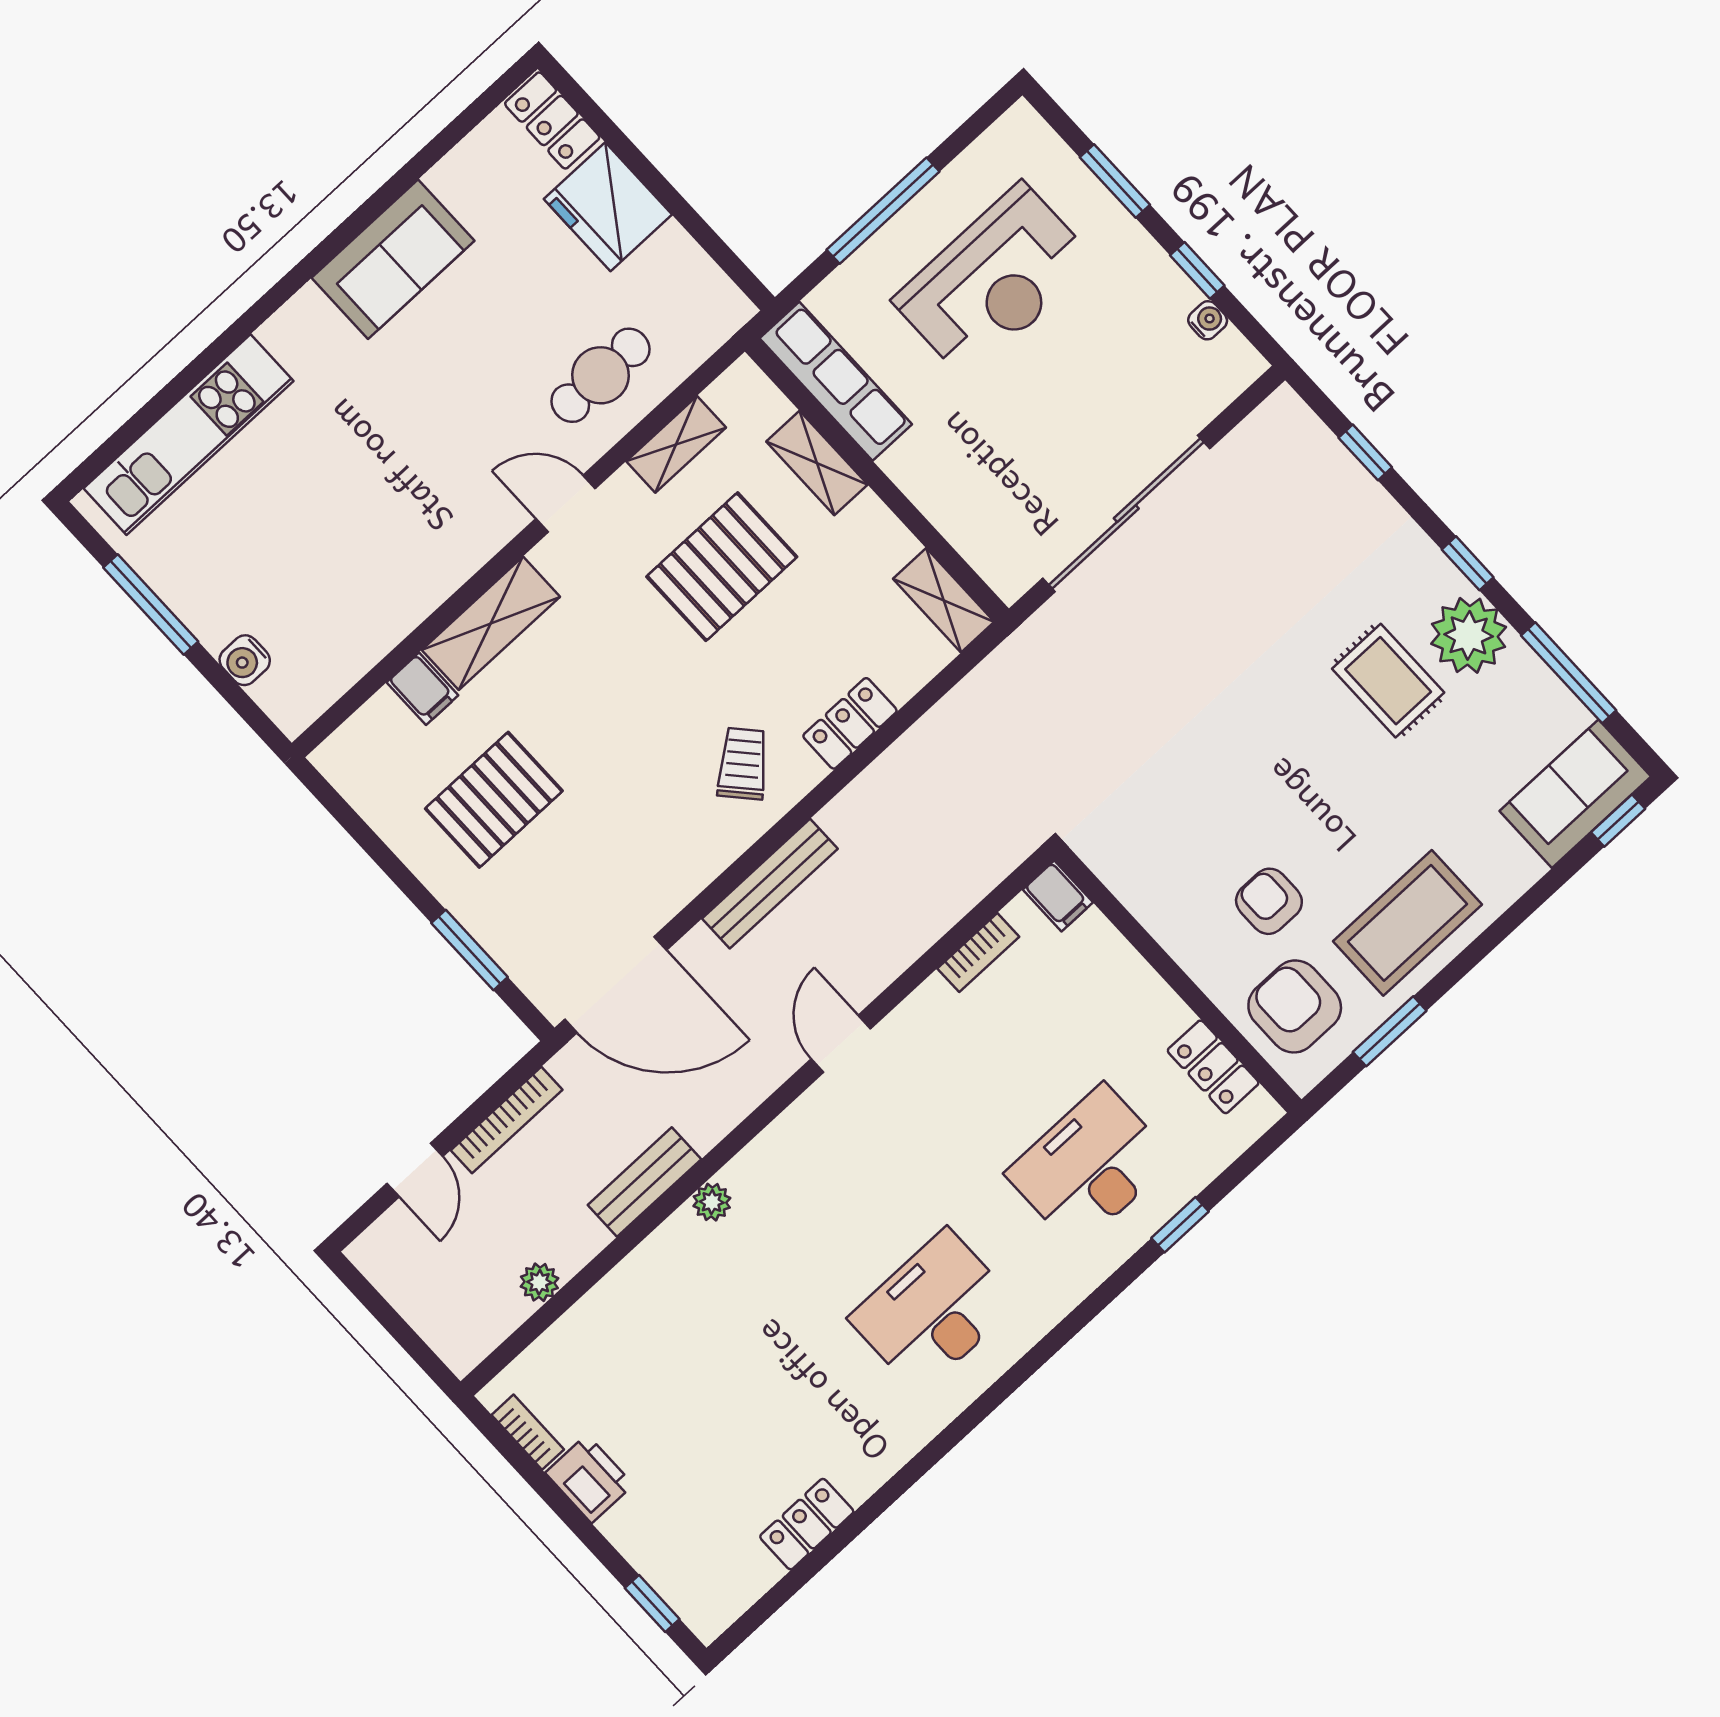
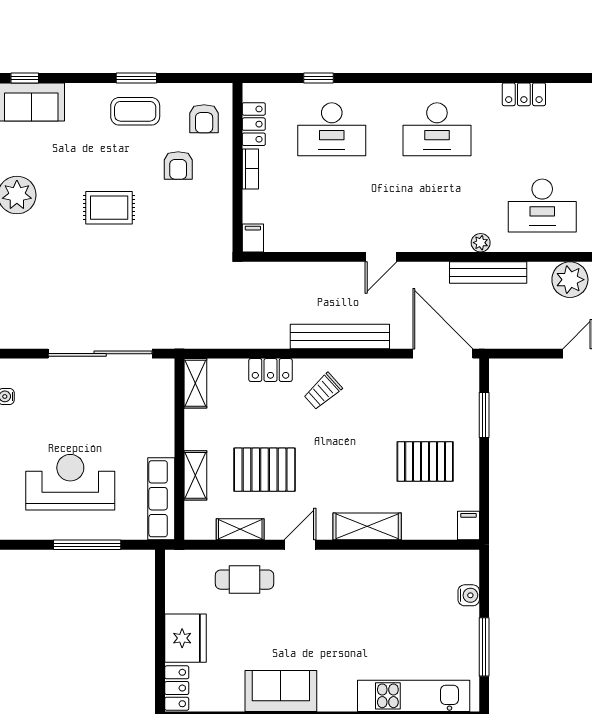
door: (566, 504) -> (300, 545), swing flipped
rug: (1388, 681) -> (109, 208), moved, turned 90
filing cabinet: (422, 689) -> (468, 525), moved
bench: (770, 884) -> (340, 336), width x1.37, depth x1.21
coffee table: (1407, 923) -> (135, 111), width x0.73, depth x0.76
bookcase: (978, 953) -> (250, 169), moved, turned 90
armchair: (1295, 1006) -> (204, 119), width x0.72, depth x0.72
window: (1390, 1031) -> (136, 78), moved
bookcase: (507, 1120) -> (528, 341), removed
bench: (644, 1182) -> (488, 273), width x1.36
plant: (539, 1282) -> (570, 280), width x1.88, depth x1.88
desk: (671, 1342) -> (542, 206), added
locker: (807, 1524) -> (524, 94), moved

